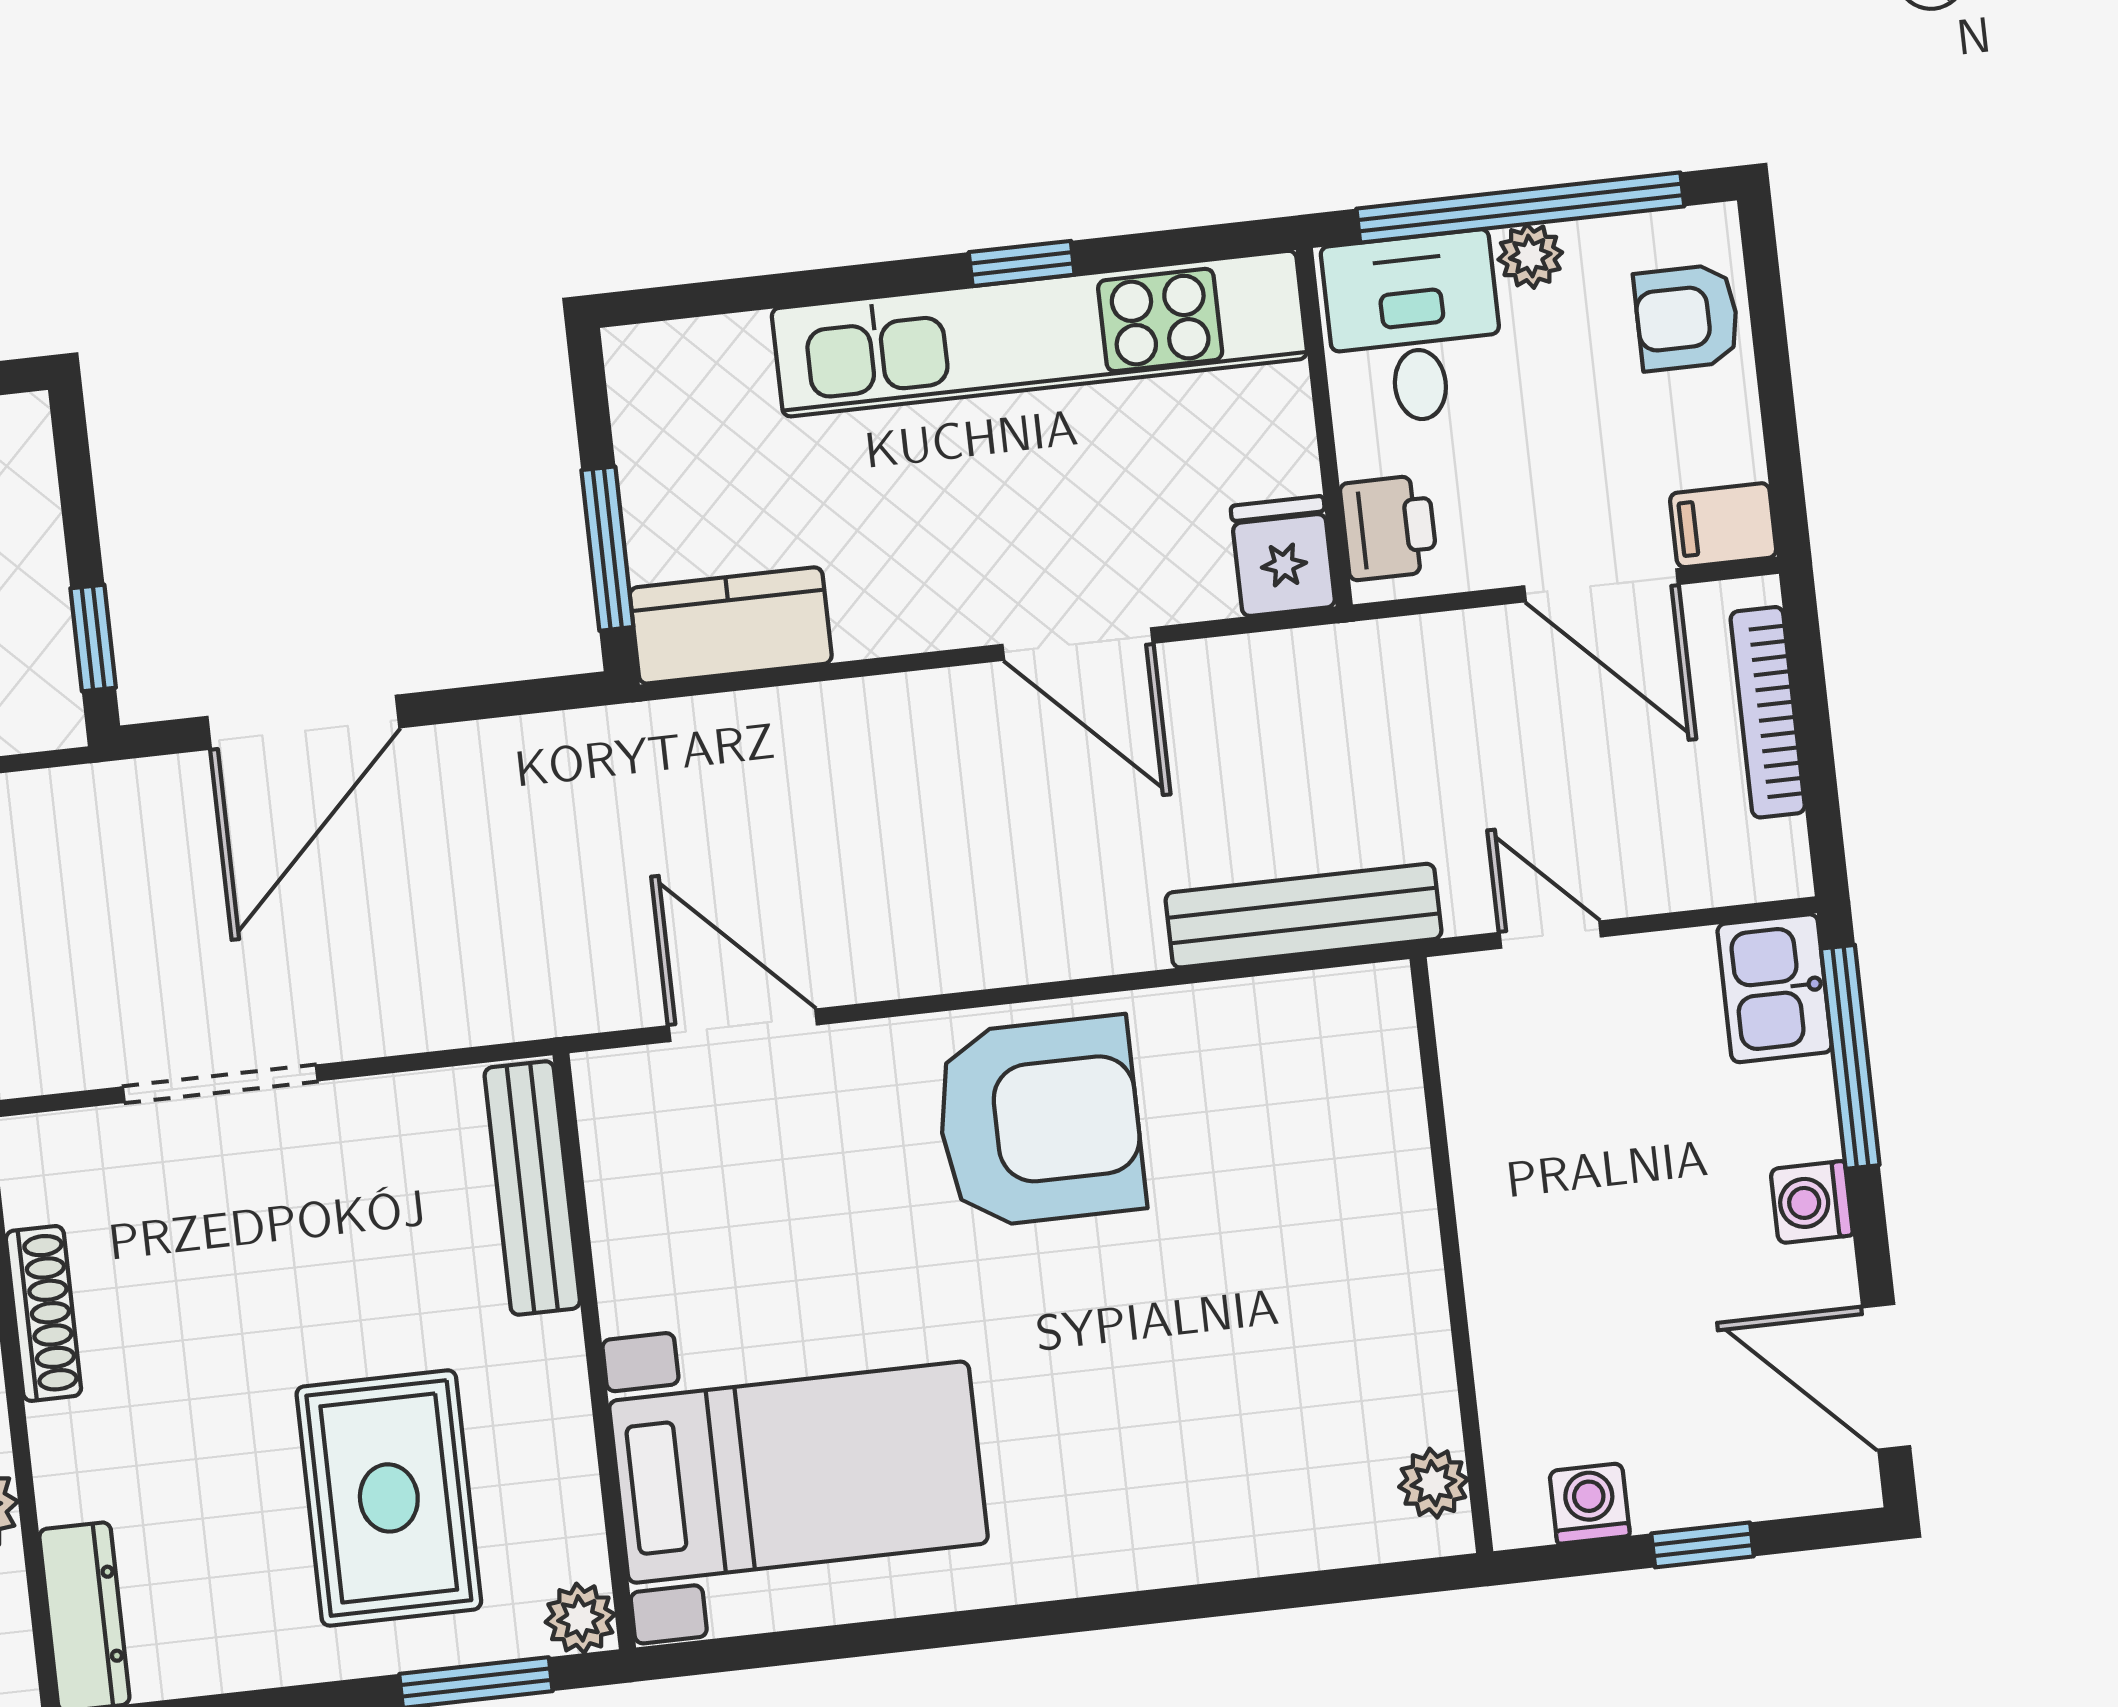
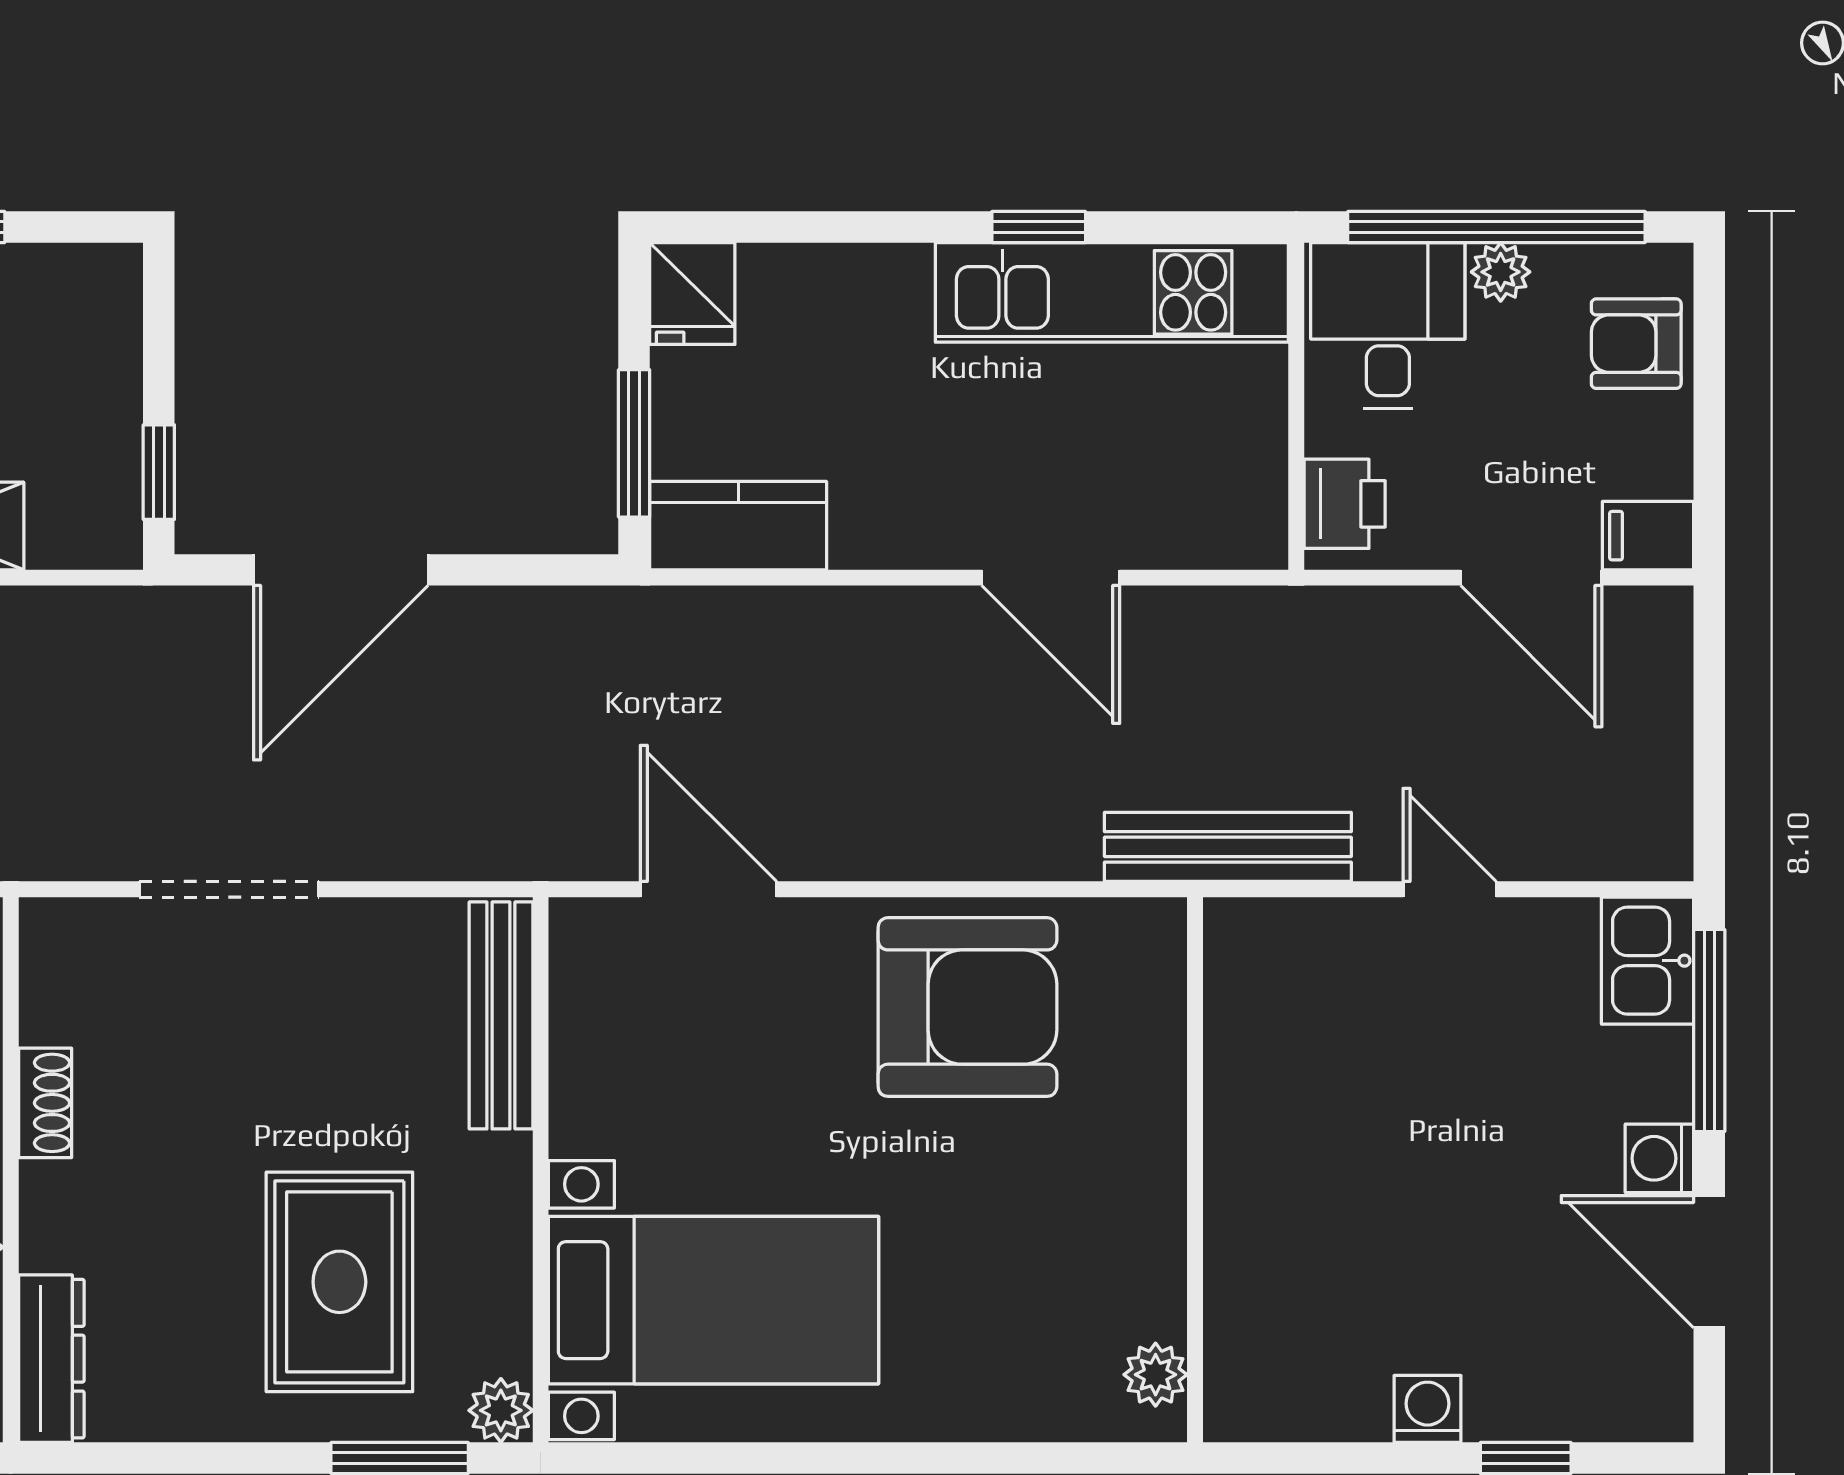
kitchen unit: (1039, 334) -> (1112, 292), width x0.73
fridge: (1283, 556) -> (692, 294), moved, turned 180
bookcase: (1768, 712) -> (1669, 710), removed
wall: (1451, 1255) -> (1195, 1170), moved
shoe rack: (43, 1313) -> (45, 1103), width x0.70
door: (1886, 1377) -> (1709, 1262), moved
plant: (1433, 1483) -> (1156, 1375), moved

